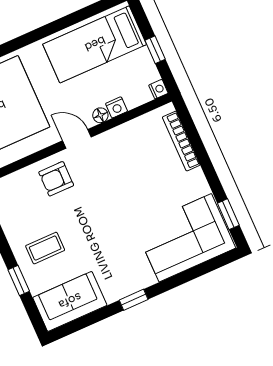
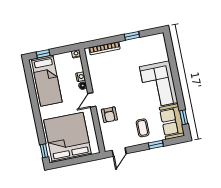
window: (155, 50) -> (43, 54), moved
window: (228, 214) -> (132, 36), moved
corner sofa: (185, 238) -> (159, 85), moved
window: (134, 300) -> (184, 117), moved

